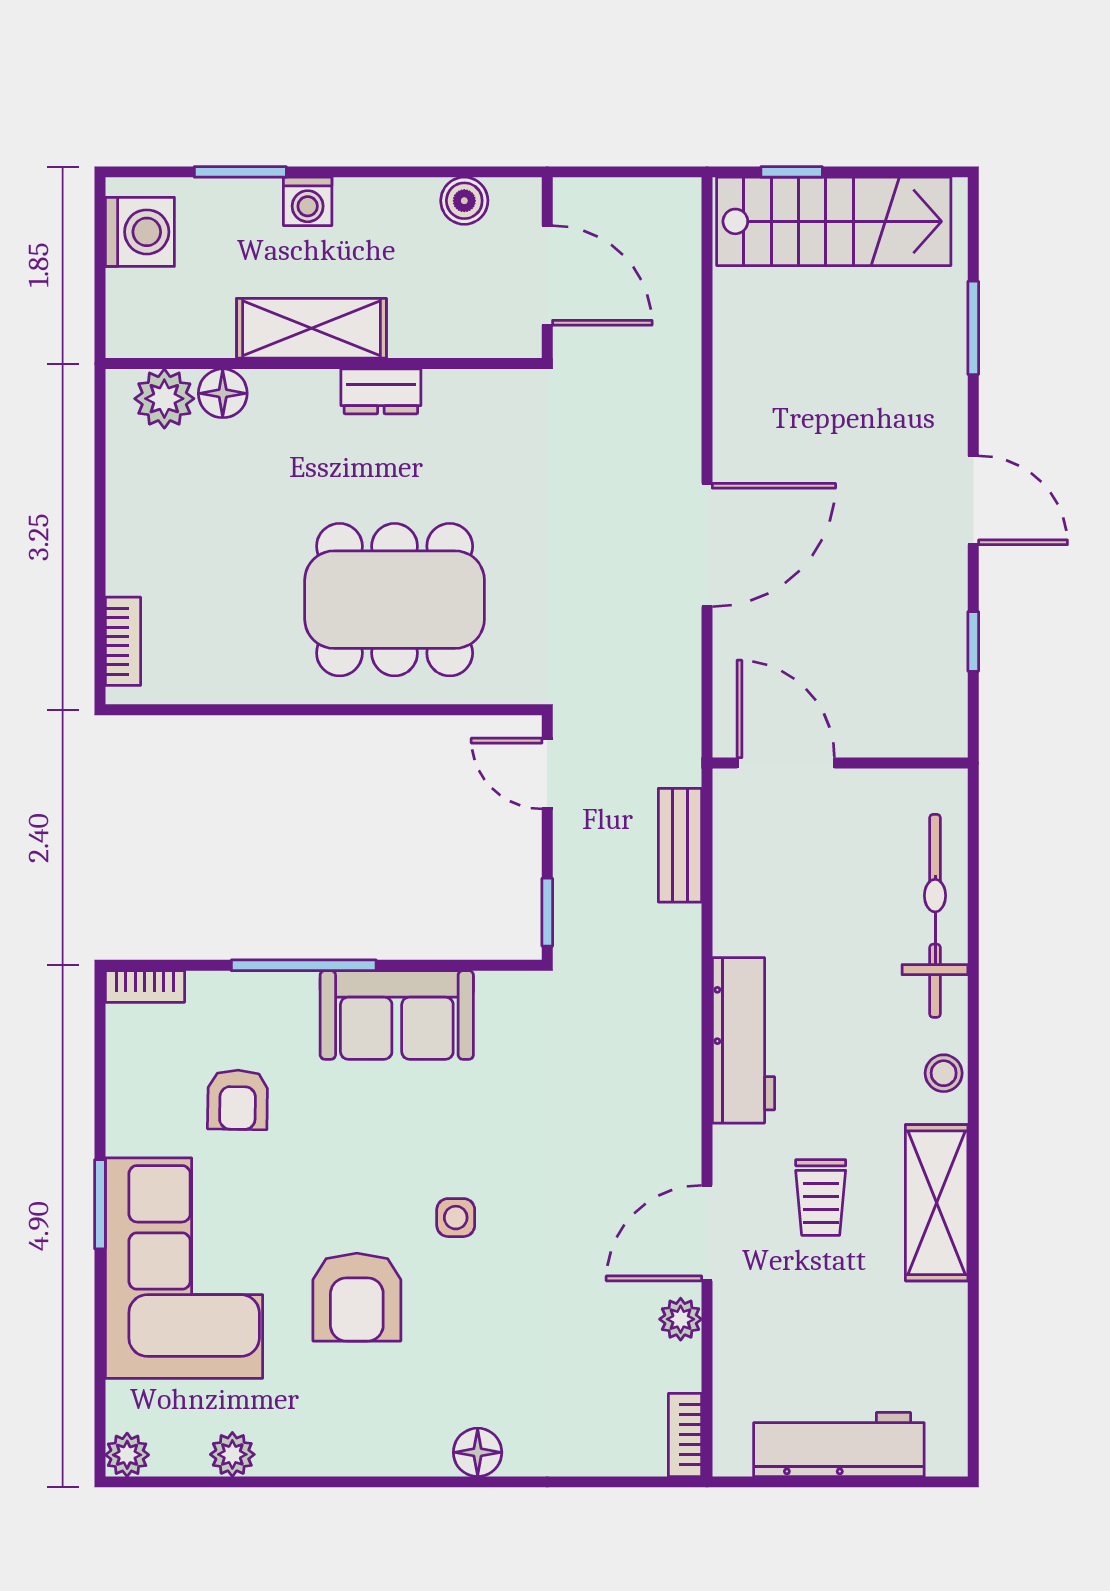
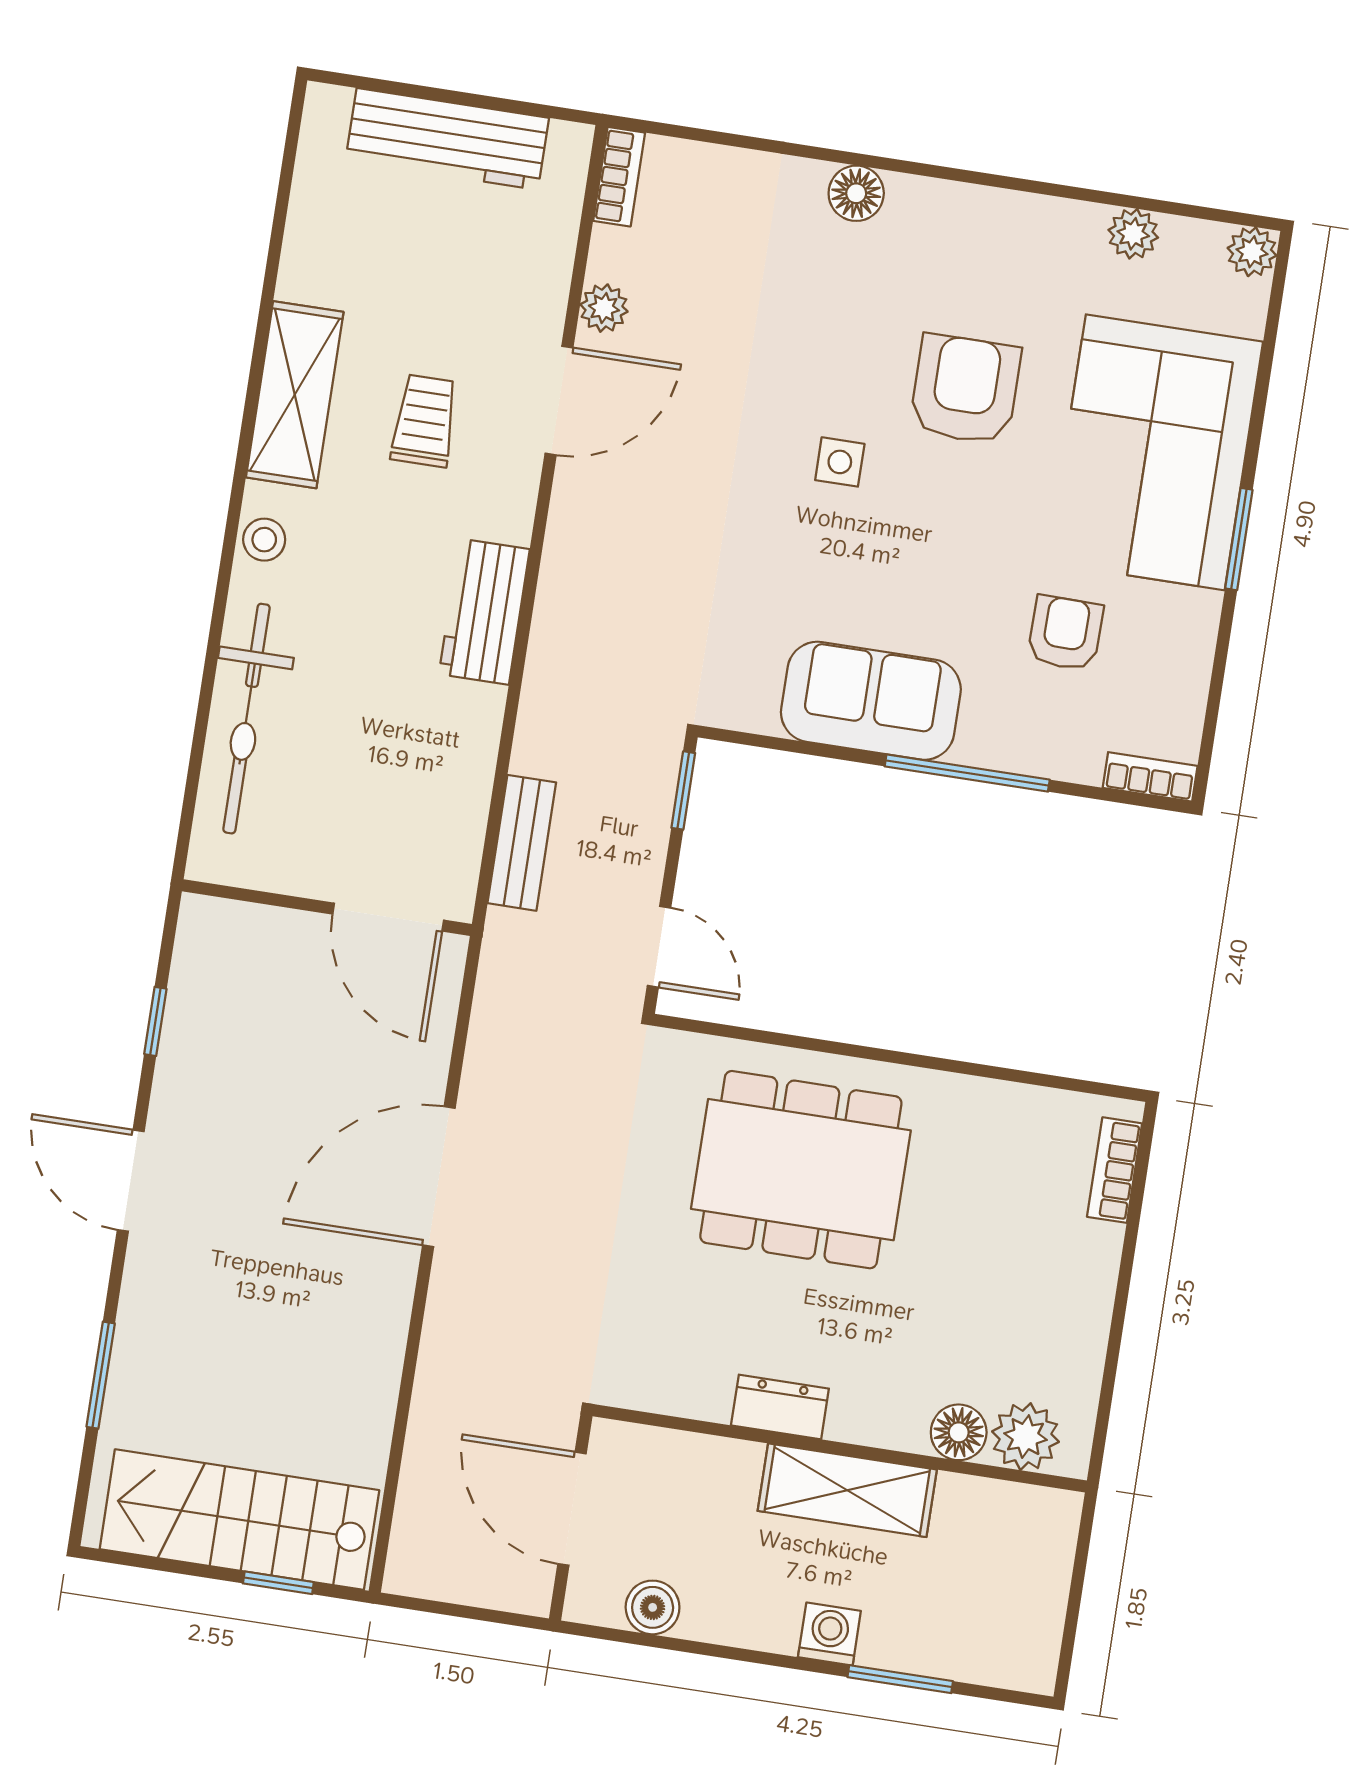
washing machine: (140, 232) -> (1024, 1629), removed
workbench: (743, 1040) -> (484, 612), width x0.73

